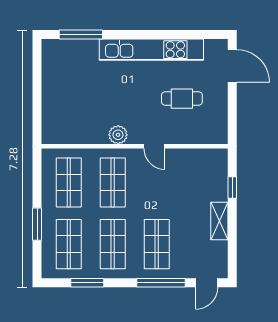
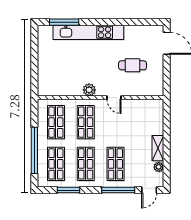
kitchen unit: (151, 50) -> (88, 32), moved
window: (232, 188) -> (167, 126), removed
window: (37, 224) -> (34, 150), width x2.11
plant: (220, 249) -> (159, 167), added

